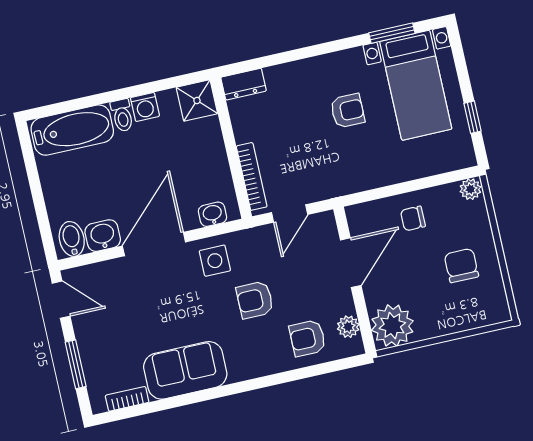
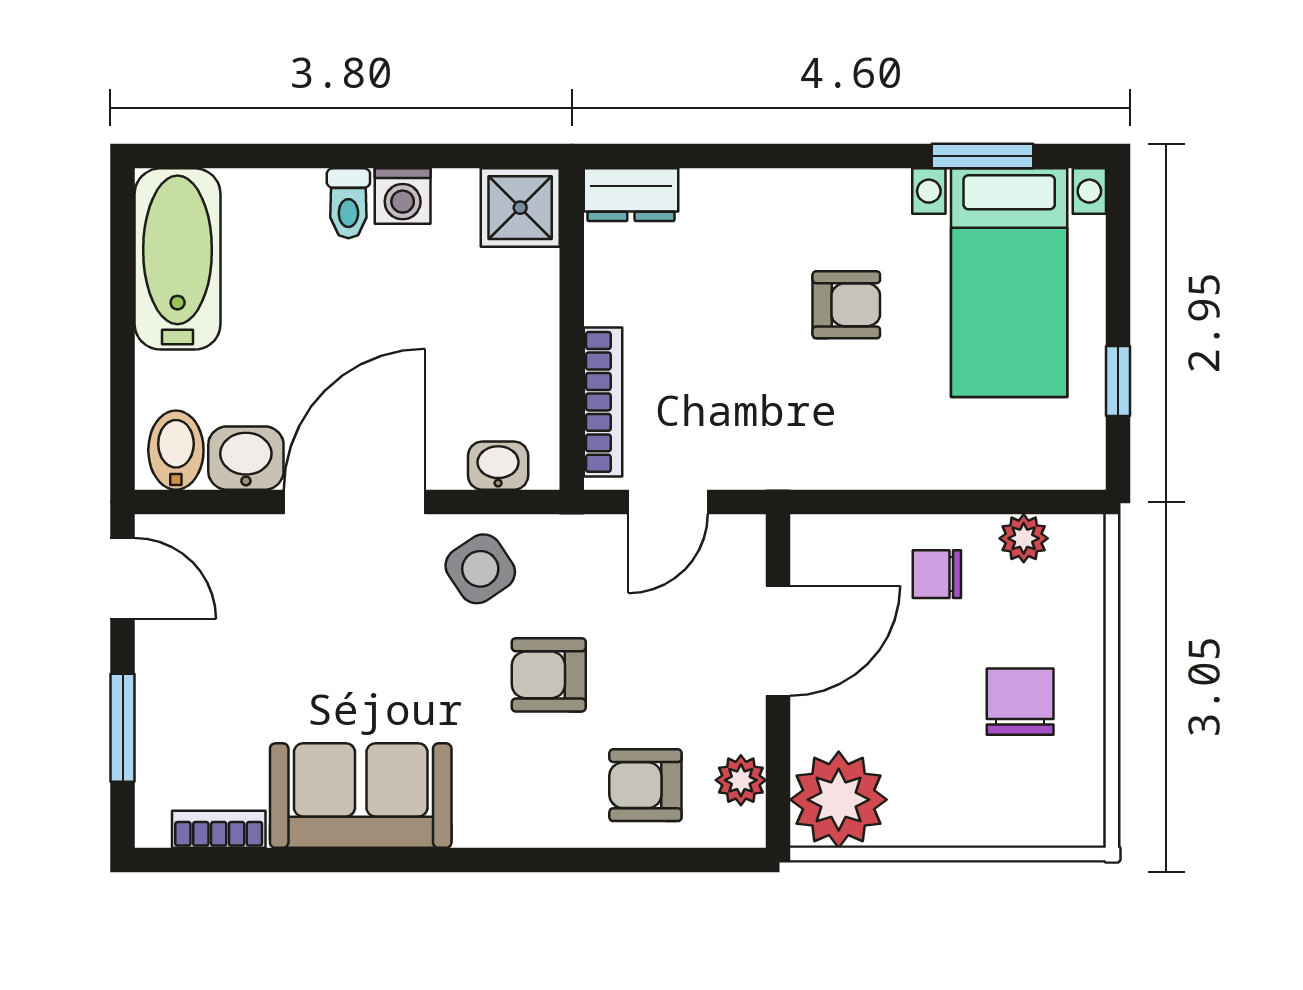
bathtub: (72, 130) -> (178, 259), moved, turned -90
plant: (470, 189) -> (1024, 538), moved
side table: (215, 261) -> (480, 569), turned -34

